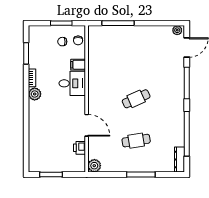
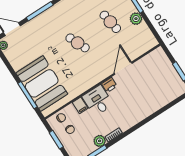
booth: (120, 43) -> (42, 83), added
plant: (35, 94) -> (100, 141), moved
printer: (80, 148) -> (109, 85), moved
plant: (94, 166) -> (136, 19), moved

